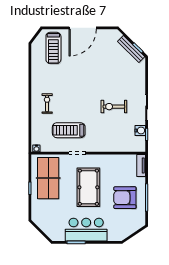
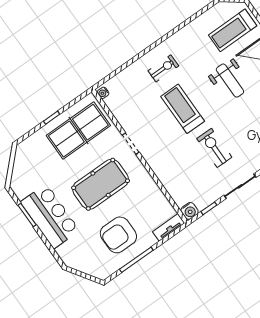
weight bench: (81, 70) -> (230, 81), added
treadmill: (69, 130) -> (183, 109), moved
water cooler: (140, 130) -> (190, 211), moved
armchair: (125, 198) -> (118, 235), turned -90

